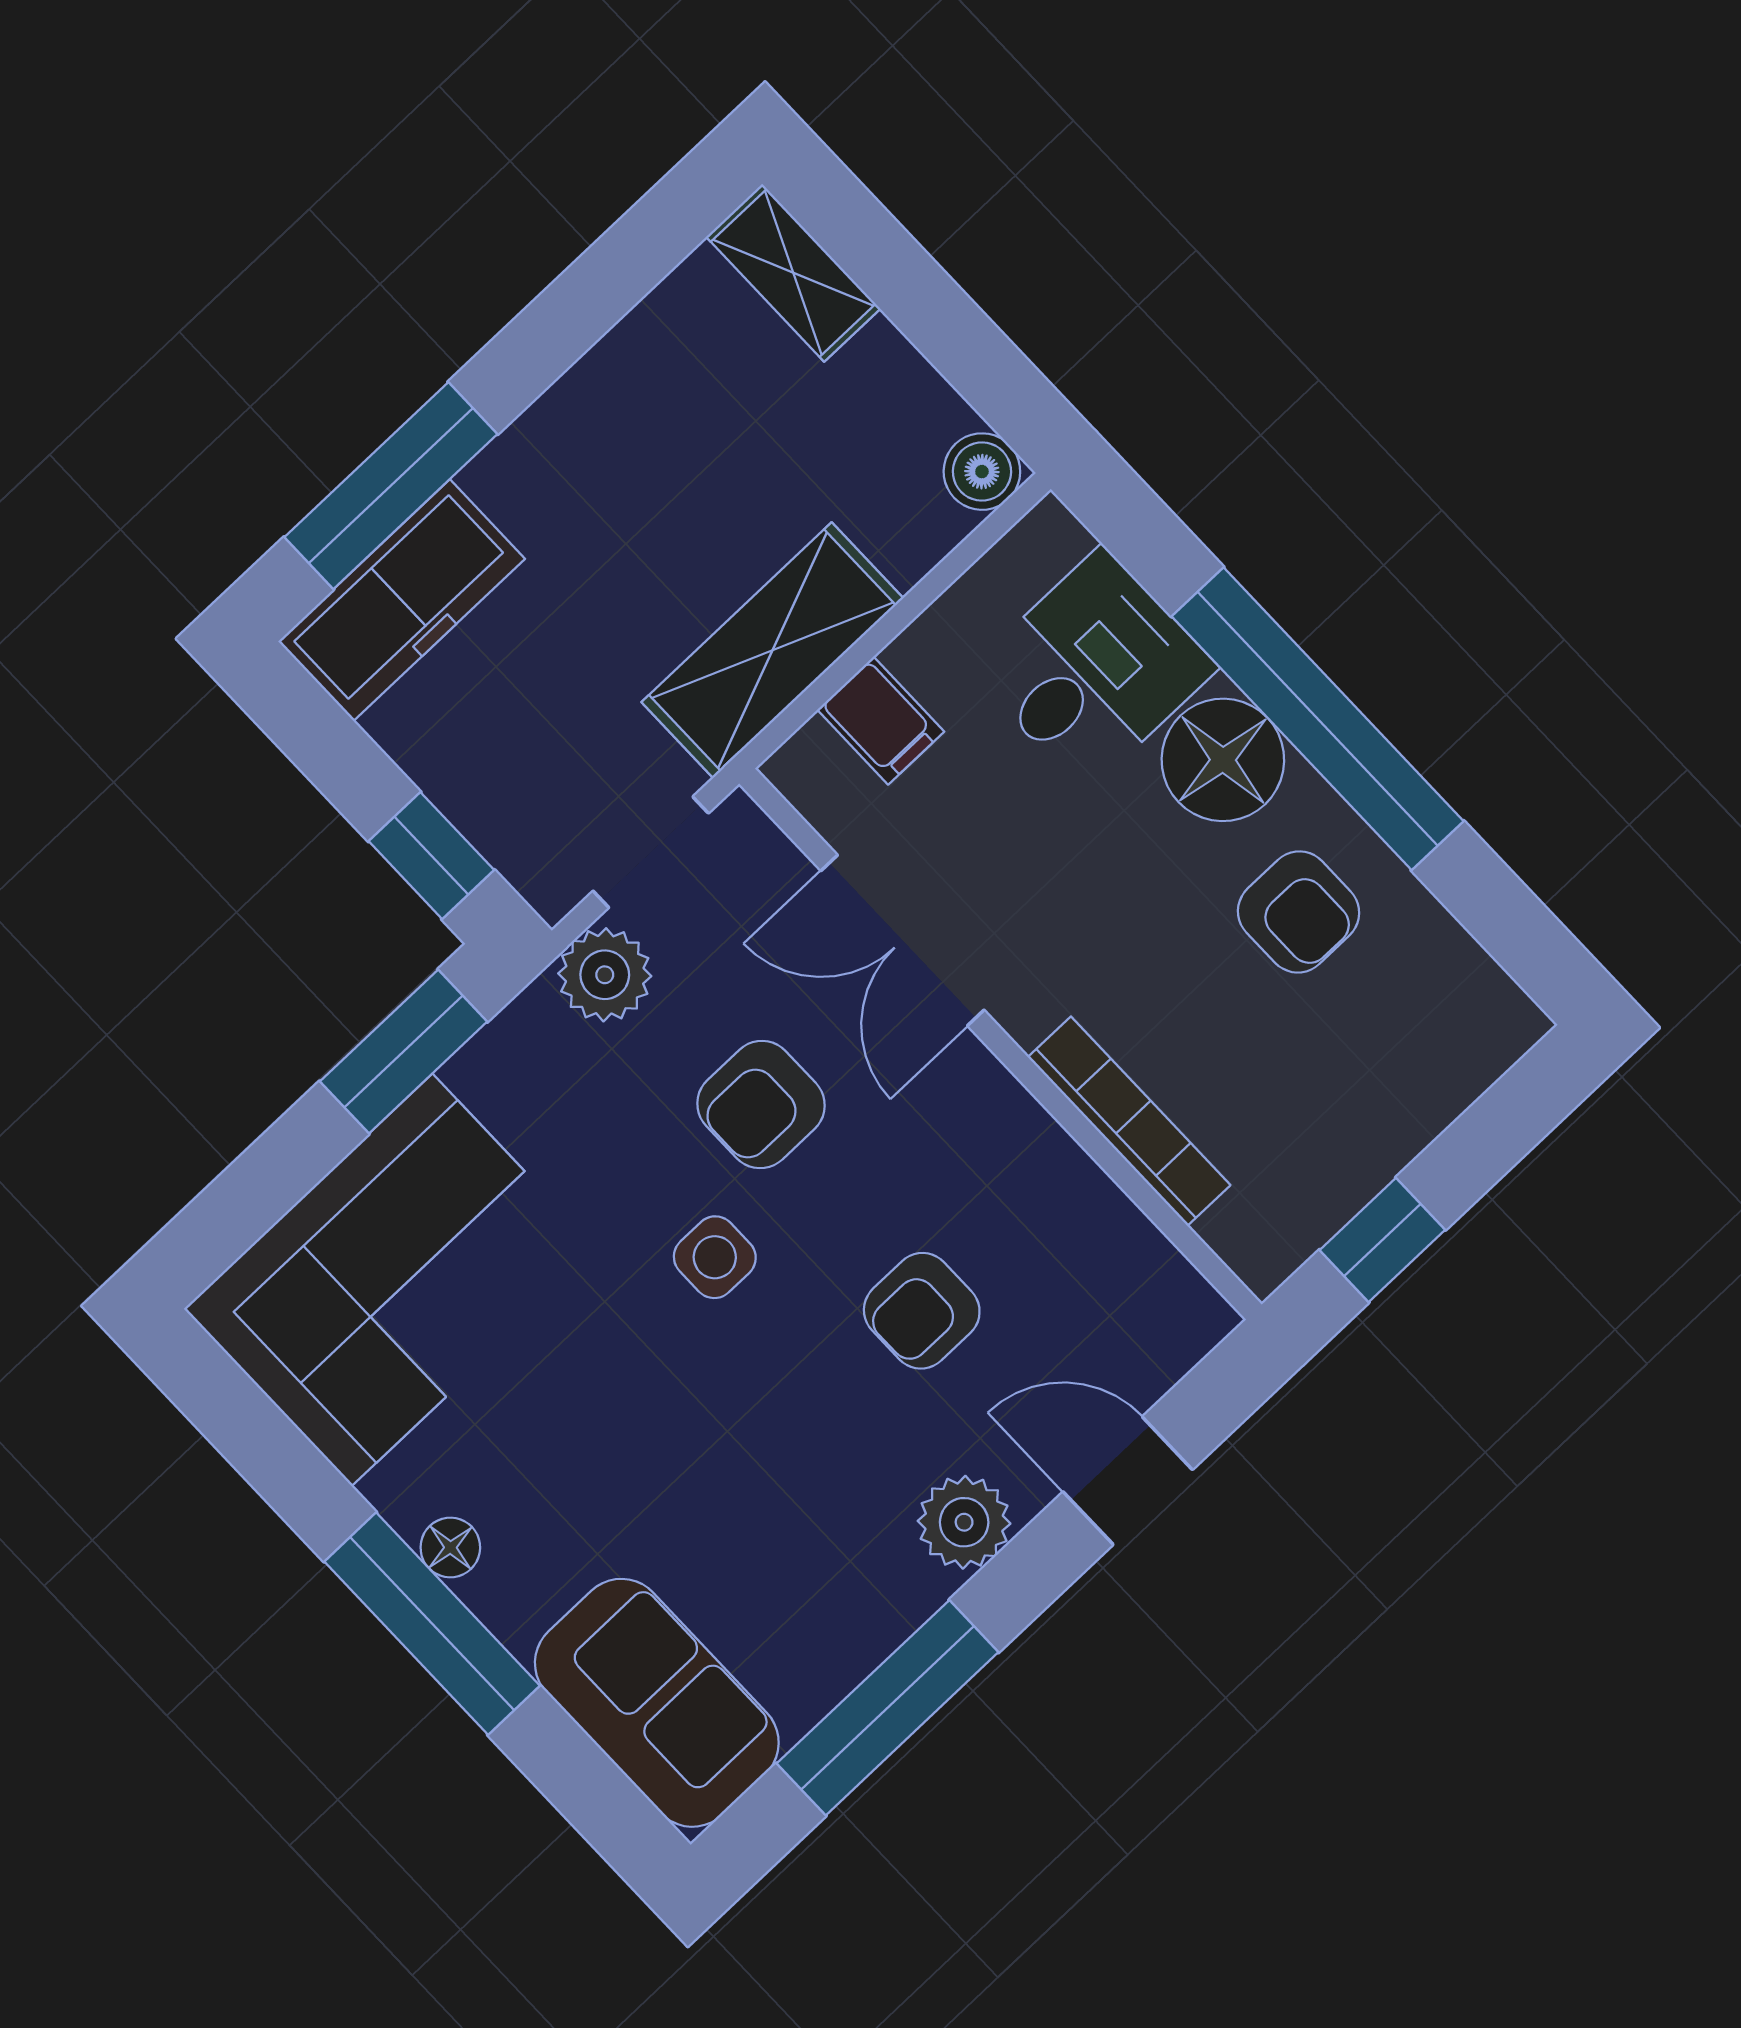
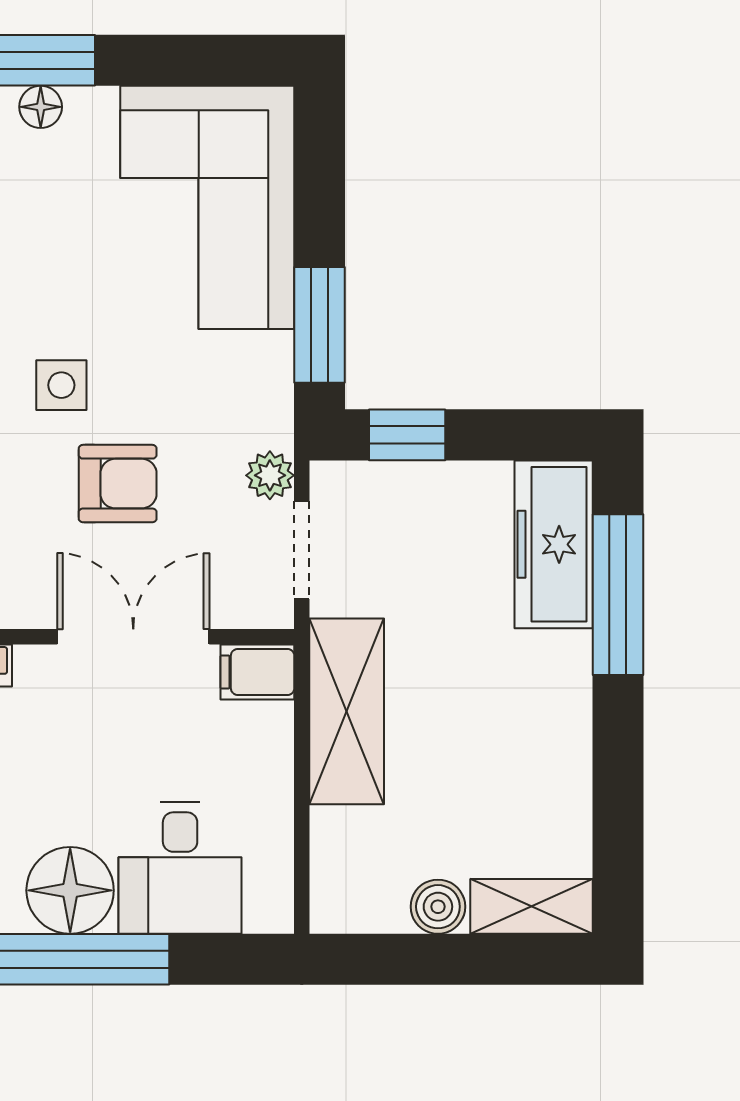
boiler: (982, 472) -> (438, 907), moved
filing cabinet: (881, 721) -> (257, 672), moved
plant: (605, 975) -> (270, 475), width x0.73, depth x0.73
armchair: (761, 1105) -> (118, 484), turned 90

